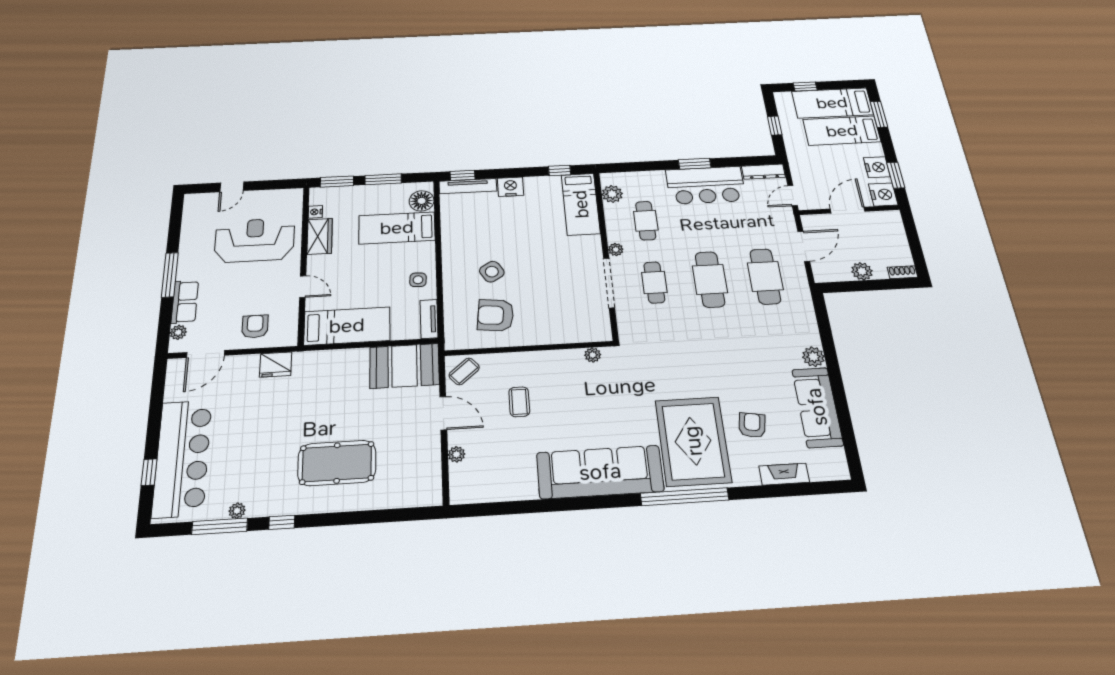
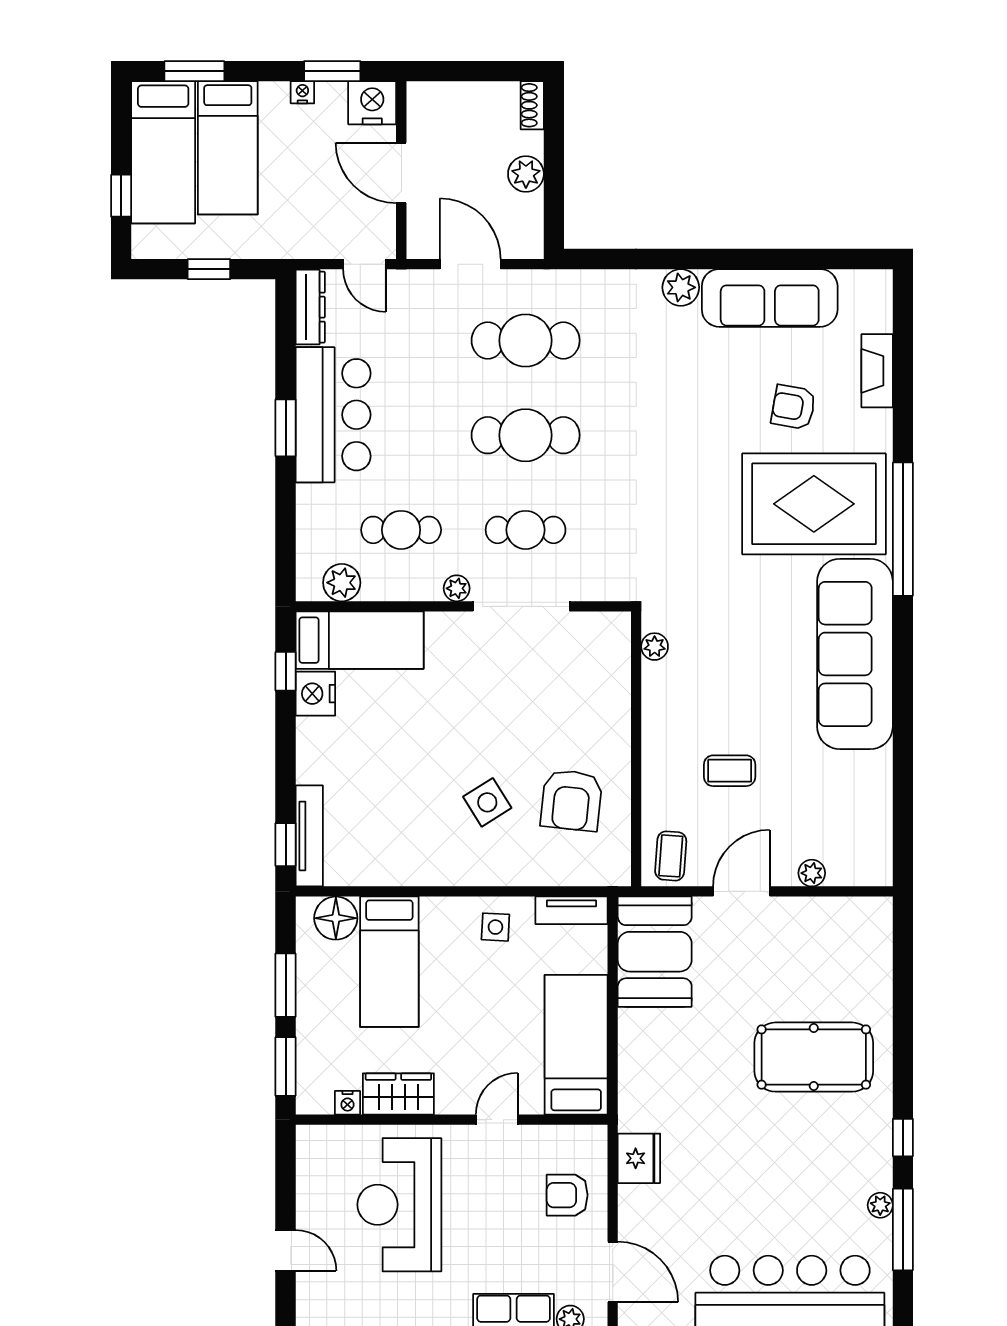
nightstand: (877, 167) -> (302, 92), width x0.53, depth x0.56
nightstand: (511, 187) -> (315, 694), moved
coffee table: (464, 371) -> (671, 856), turned 45
pool table: (337, 463) -> (814, 1057), turned 90

